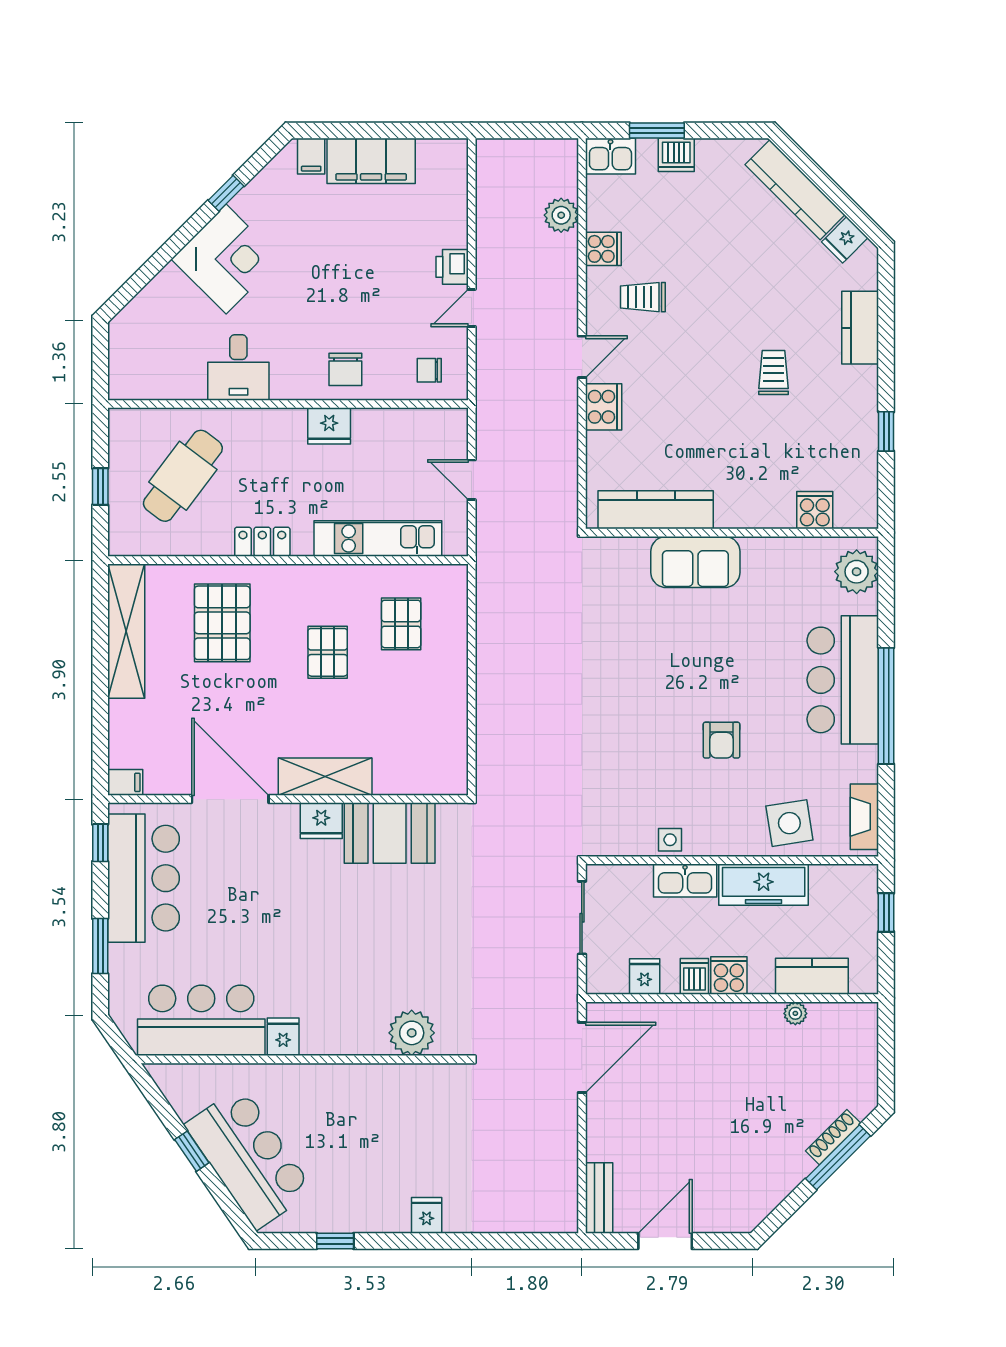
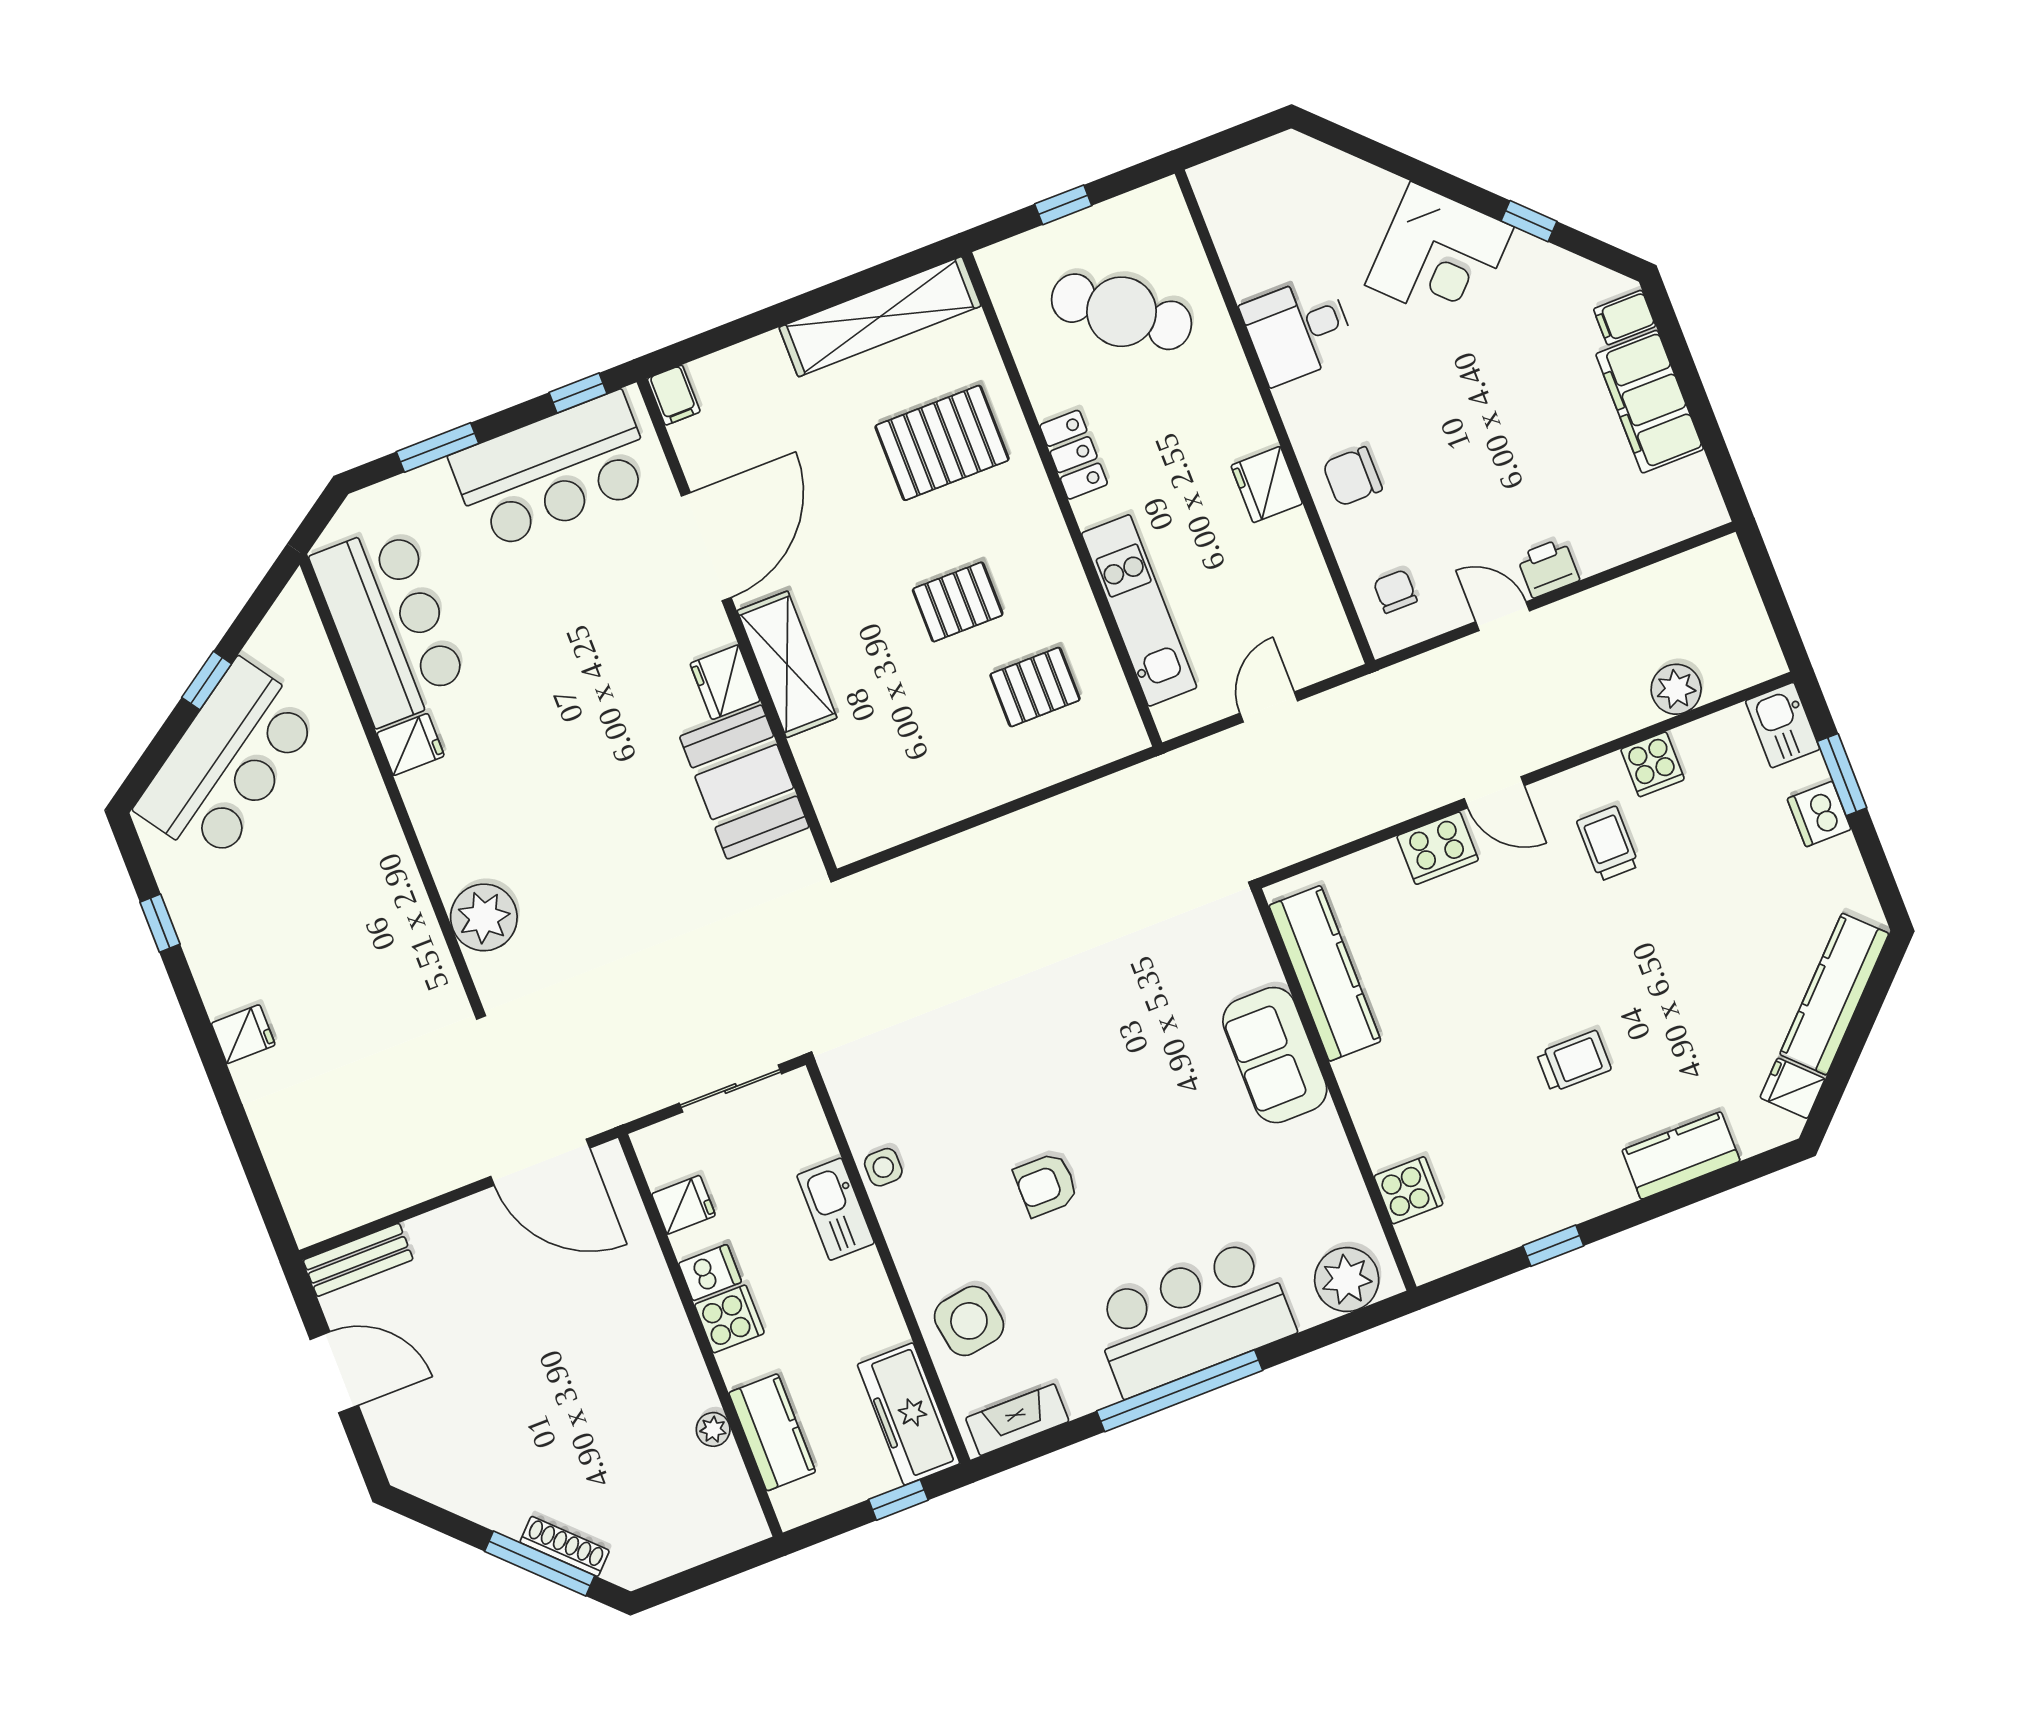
freezer: (764, 885) -> (909, 1414), moved

